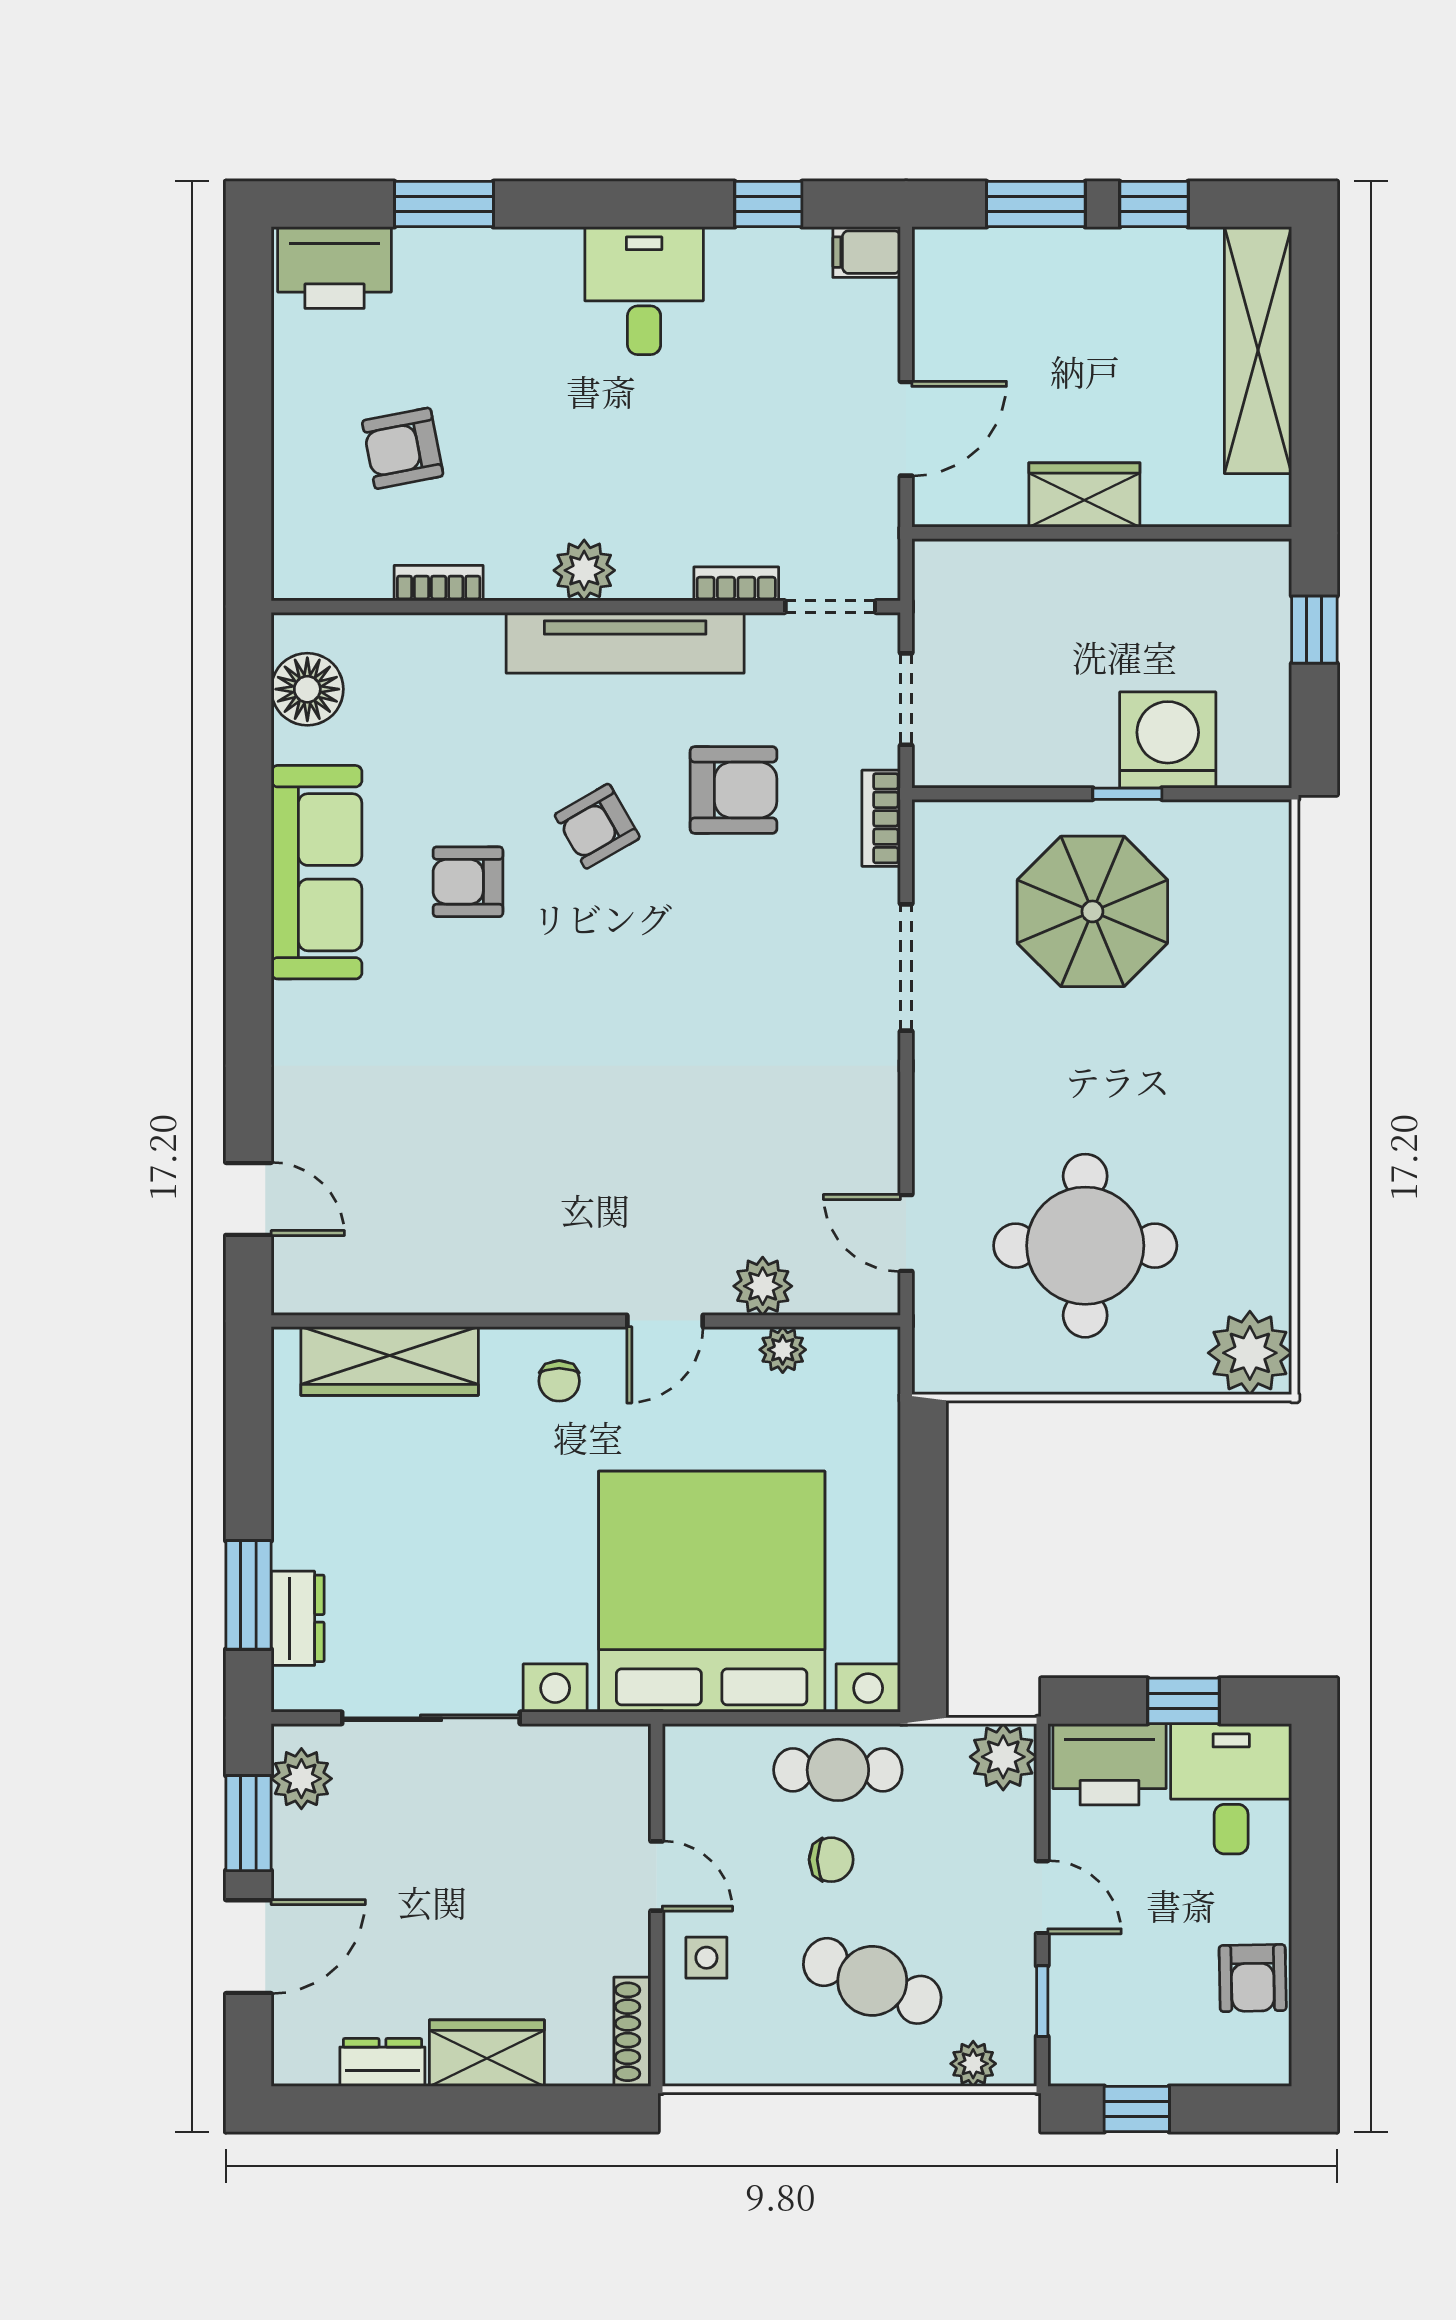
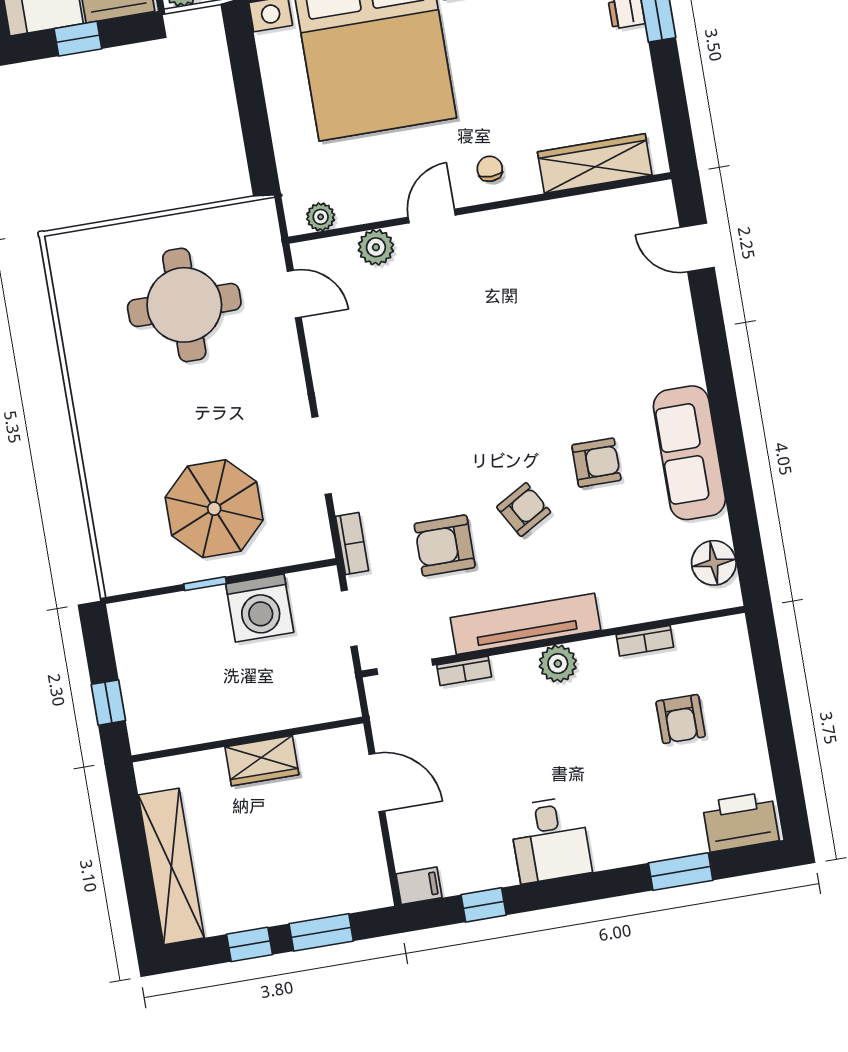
door: (906, 429) -> (377, 783), swing flipped
armchair: (403, 448) -> (681, 719), turned 101
washing machine: (1168, 740) -> (260, 608), moved
plant: (783, 1350) -> (321, 217), moved
plant: (1250, 1353) -> (73, 257), removed

